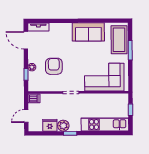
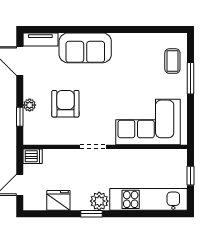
sofa: (88, 32) -> (85, 48), moved
coffee table: (119, 40) -> (172, 61), width x0.54, depth x0.58
plant: (63, 126) -> (99, 201), moved

